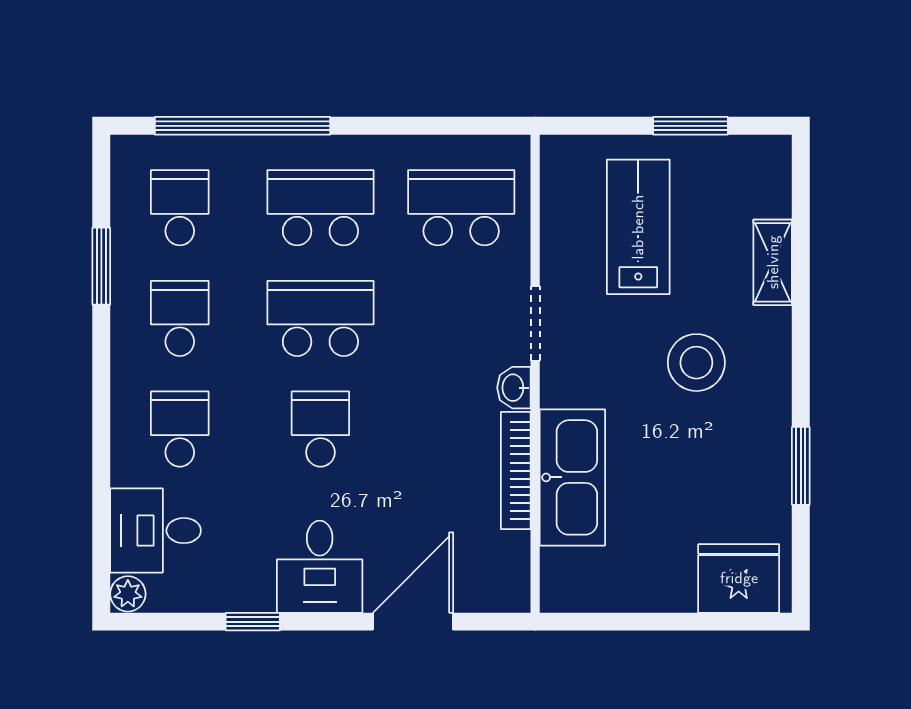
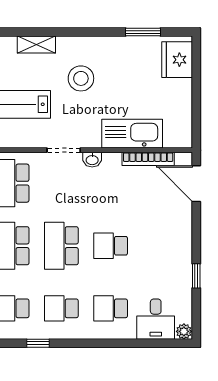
window: (101, 266) -> (38, 343), width x0.67
window: (801, 466) -> (143, 32), moved
bookcase: (516, 471) -> (148, 159), moved
desk: (320, 567) -> (172, 246), removed
door: (413, 622) -> (196, 184), moved

